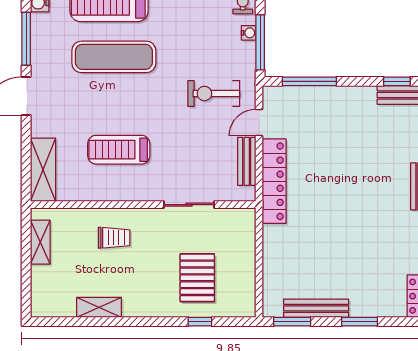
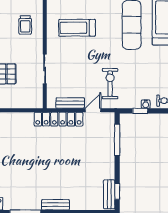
window: (260, 42) -> (140, 111), width x0.46
door: (259, 123) -> (93, 110), hinge flipped
treadmill: (119, 150) -> (77, 28), turned -90

